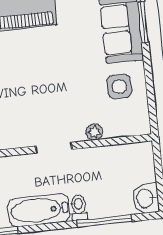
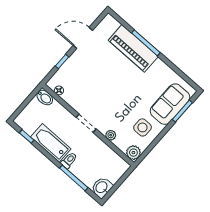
plant: (139, 124) -> (133, 153), added

